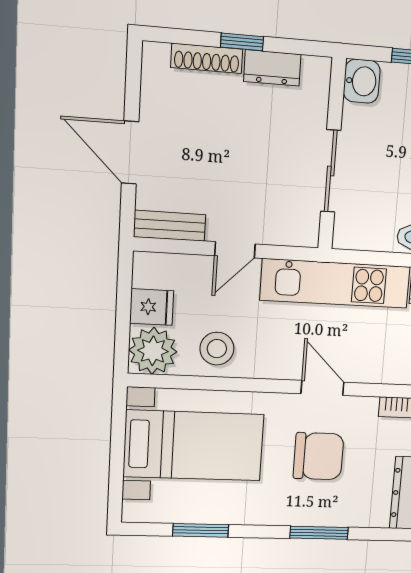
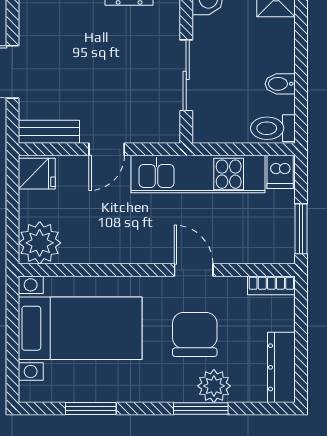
fridge: (152, 307) -> (37, 174), moved
stool: (217, 349) -> (96, 238), removed
chair: (318, 456) -> (195, 334), turned -90
plant: (335, 510) -> (214, 386), added

